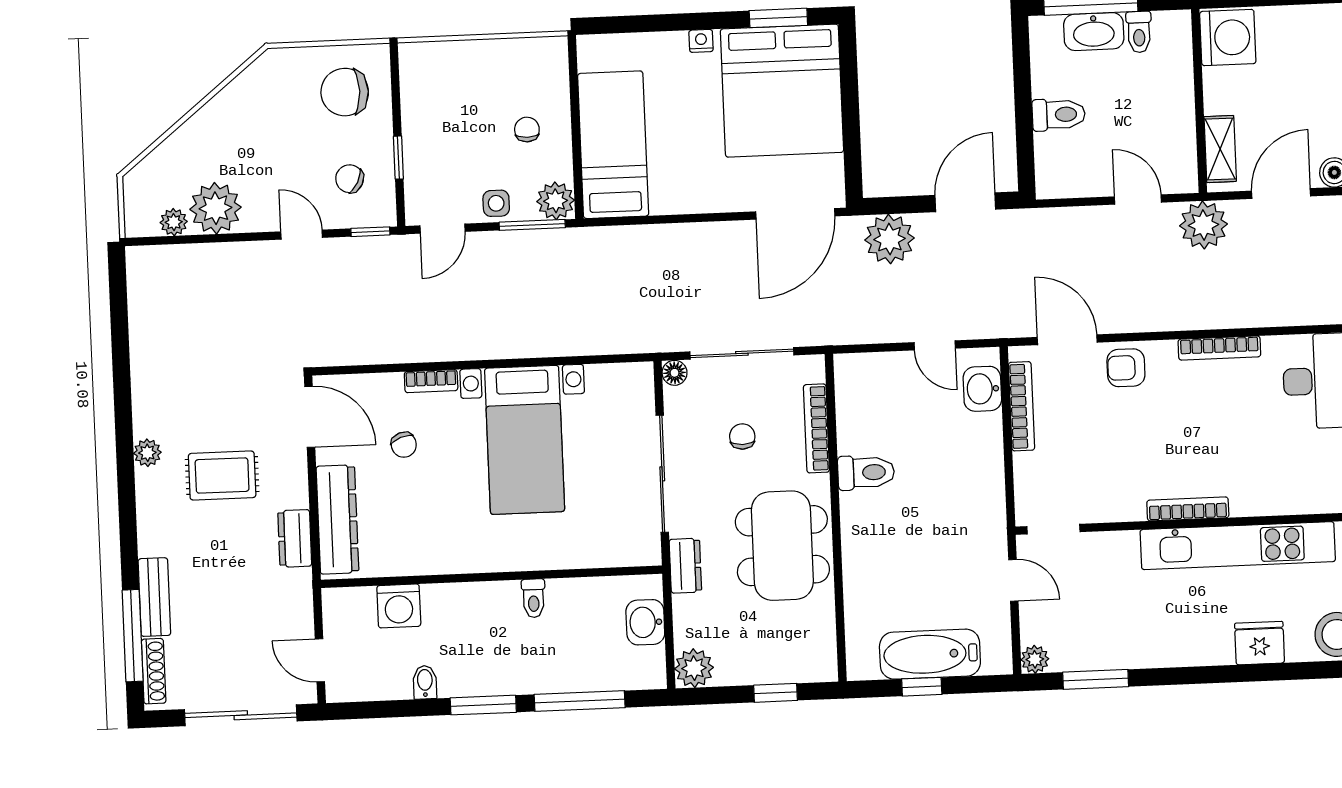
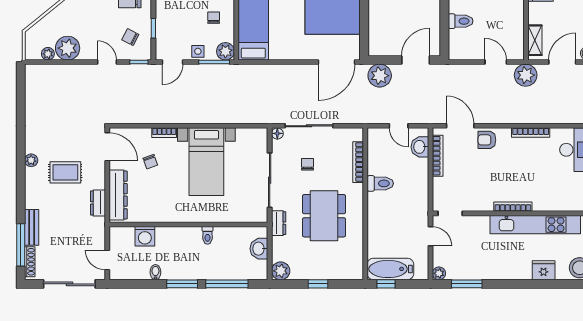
bookcase: (816, 428) -> (358, 162), moved
toilet: (866, 472) -> (380, 183), moved
wall: (836, 518) -> (365, 204), moved

